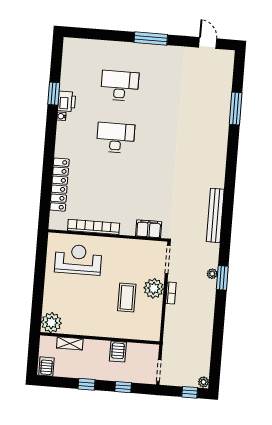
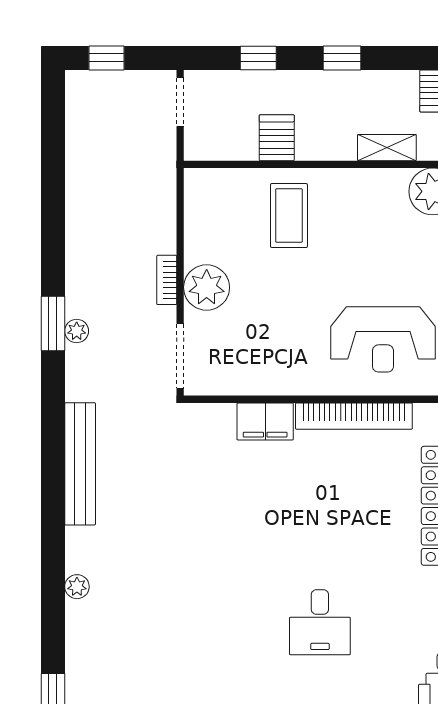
desk: (116, 138) -> (320, 622), width x0.73
filing cabinet: (149, 229) -> (265, 422), moved
coffee table: (127, 298) -> (289, 216), moved
plant: (203, 382) -> (77, 587), moved

